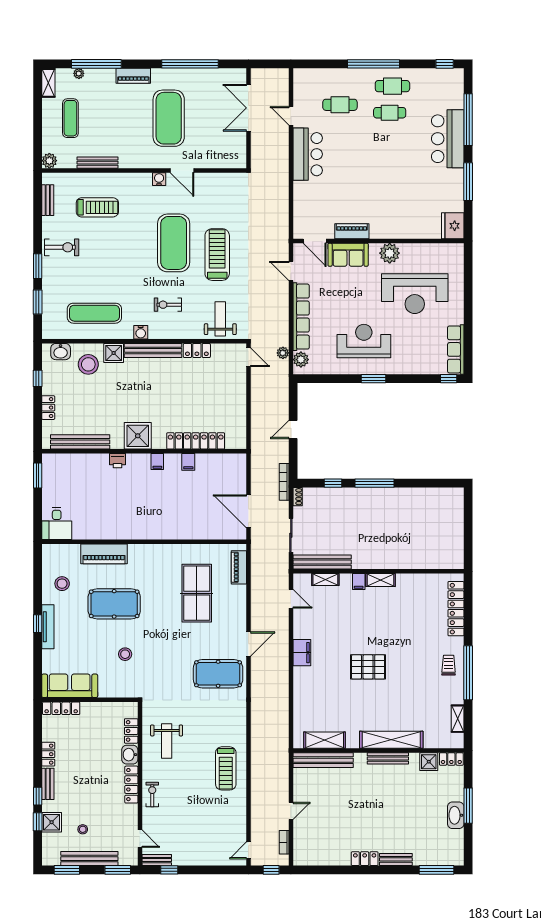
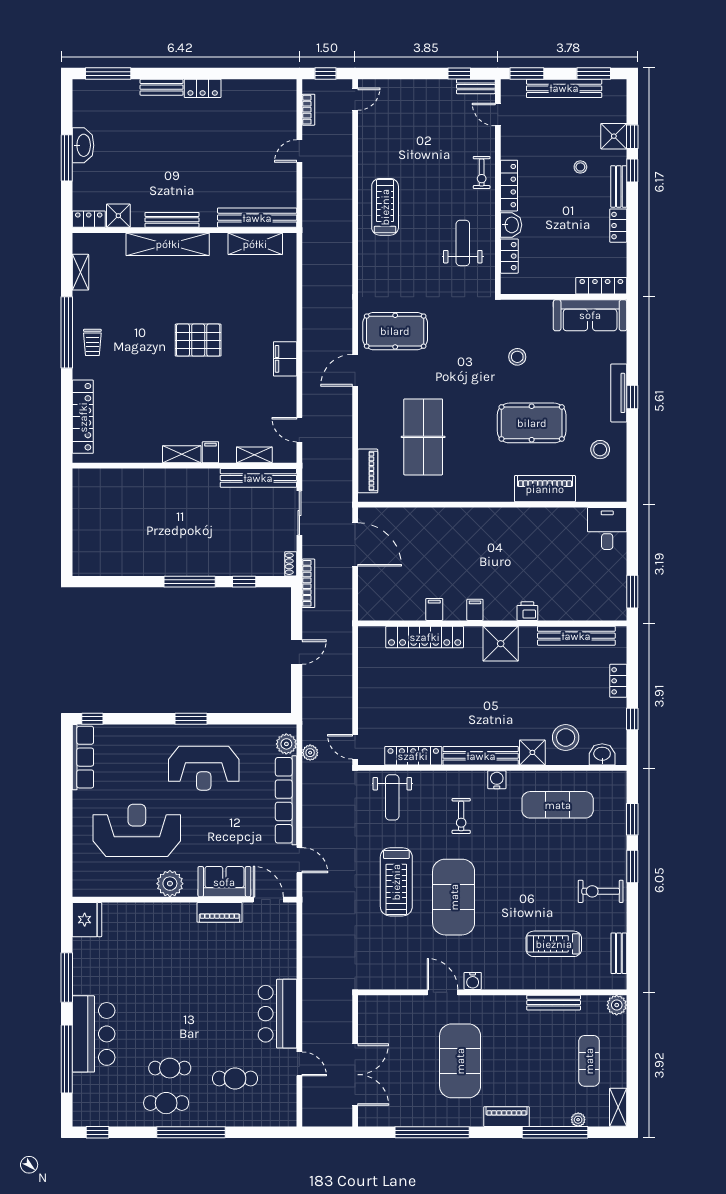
exercise bike: (168, 305) -> (461, 816), turned 90
locker: (197, 351) -> (413, 756), width x1.53
stool: (83, 829) -> (580, 167), moved

